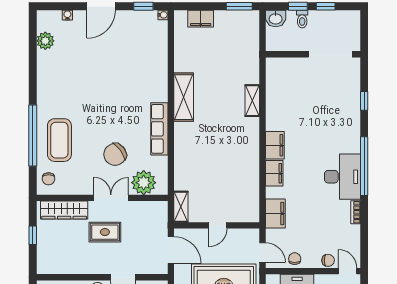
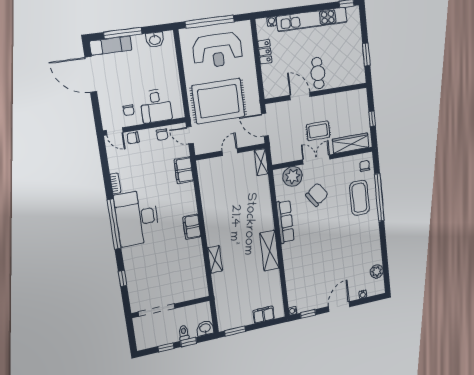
filing cabinet: (274, 173) -> (189, 204), removed
desk: (342, 177) -> (137, 218), width x1.36, depth x1.30
double door: (111, 198) -> (316, 159), swing flipped

